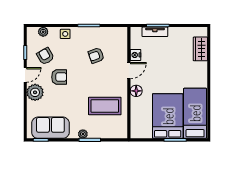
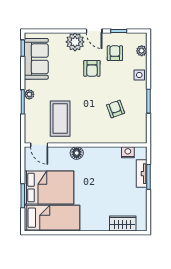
nightstand: (136, 55) -> (128, 152), moved
armchair: (45, 56) -> (115, 53), turned -60
door: (129, 71) -> (39, 145), moved

